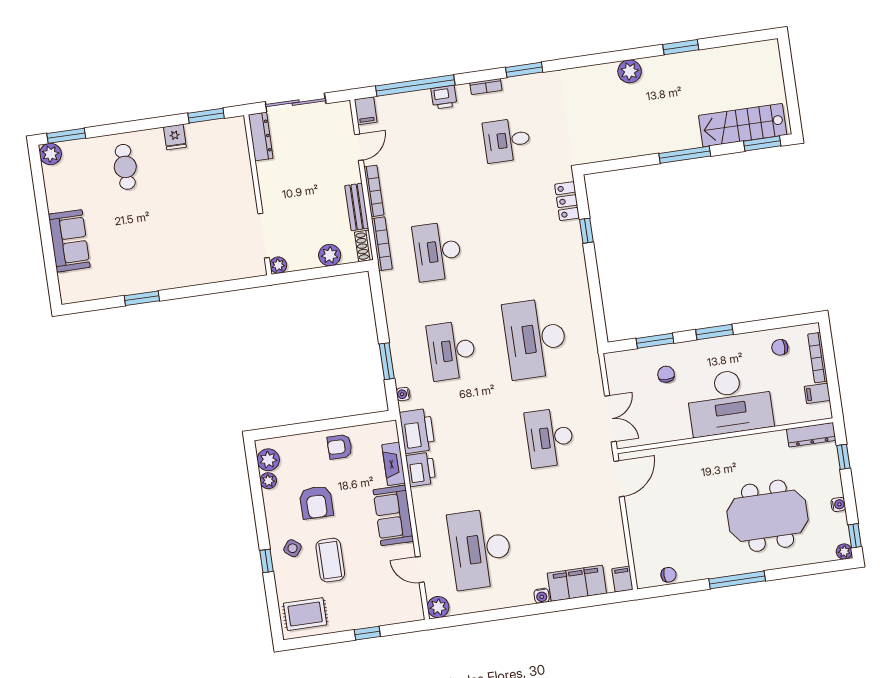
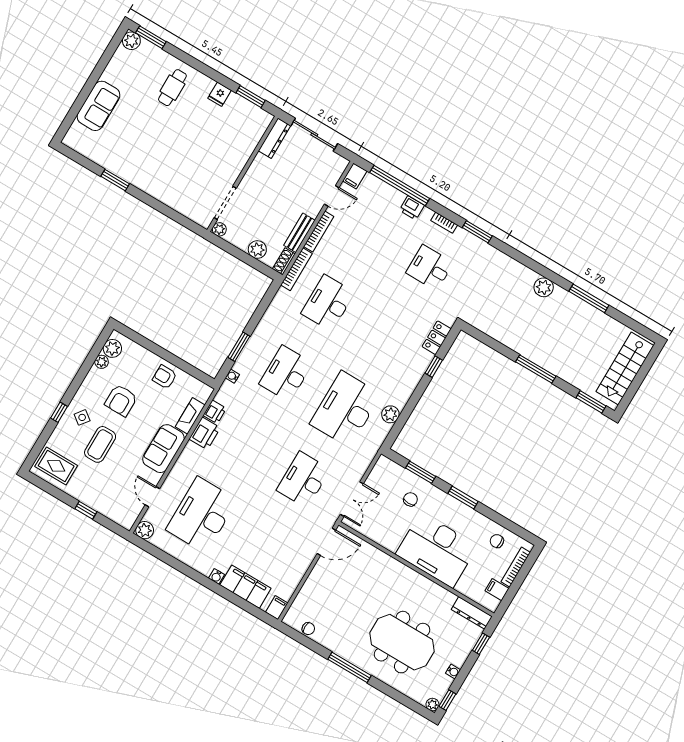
window: (681, 47) -> (589, 298), width x1.44
stairs: (743, 125) -> (625, 369), moved, turned -90
plant: (582, 309) -> (390, 414), added
printer: (417, 431) -> (215, 412), width x0.53, depth x0.68

